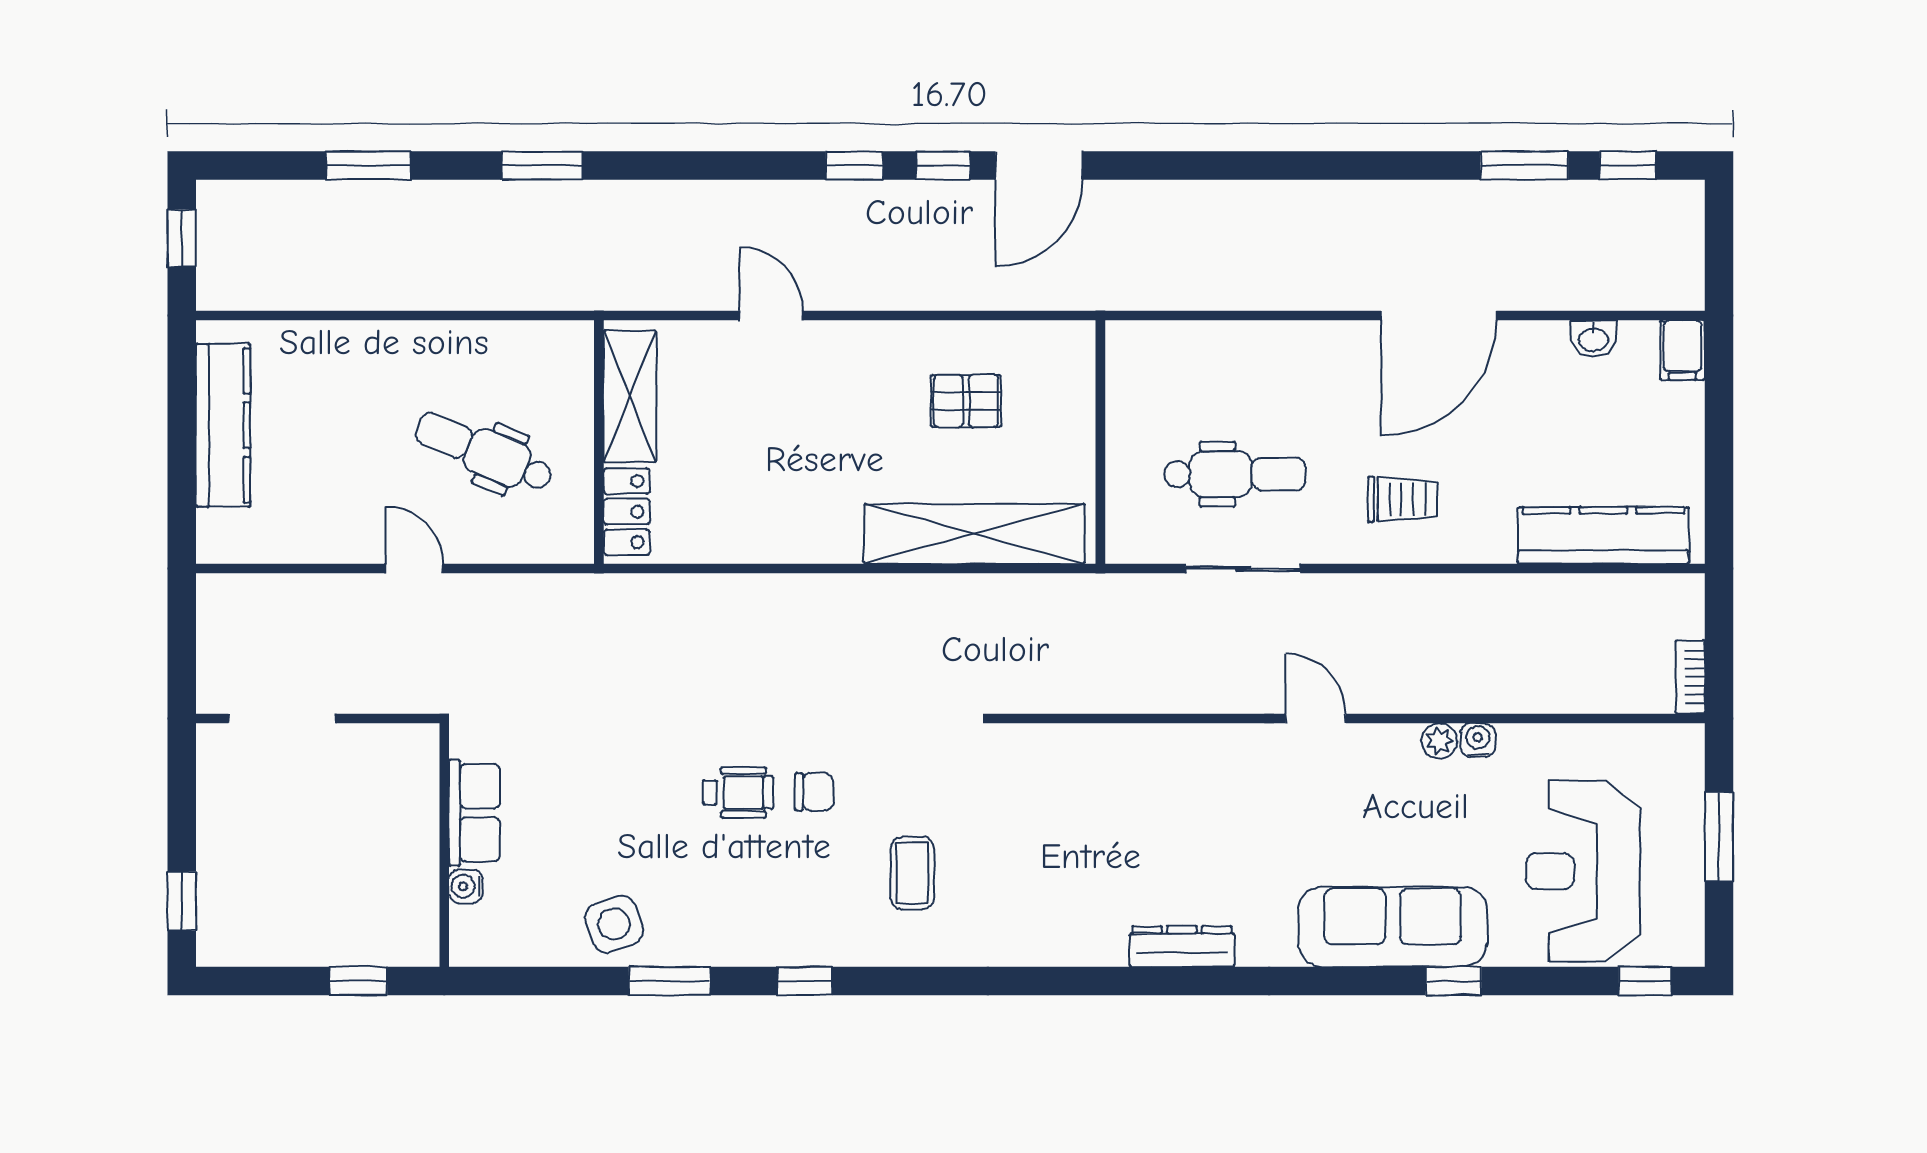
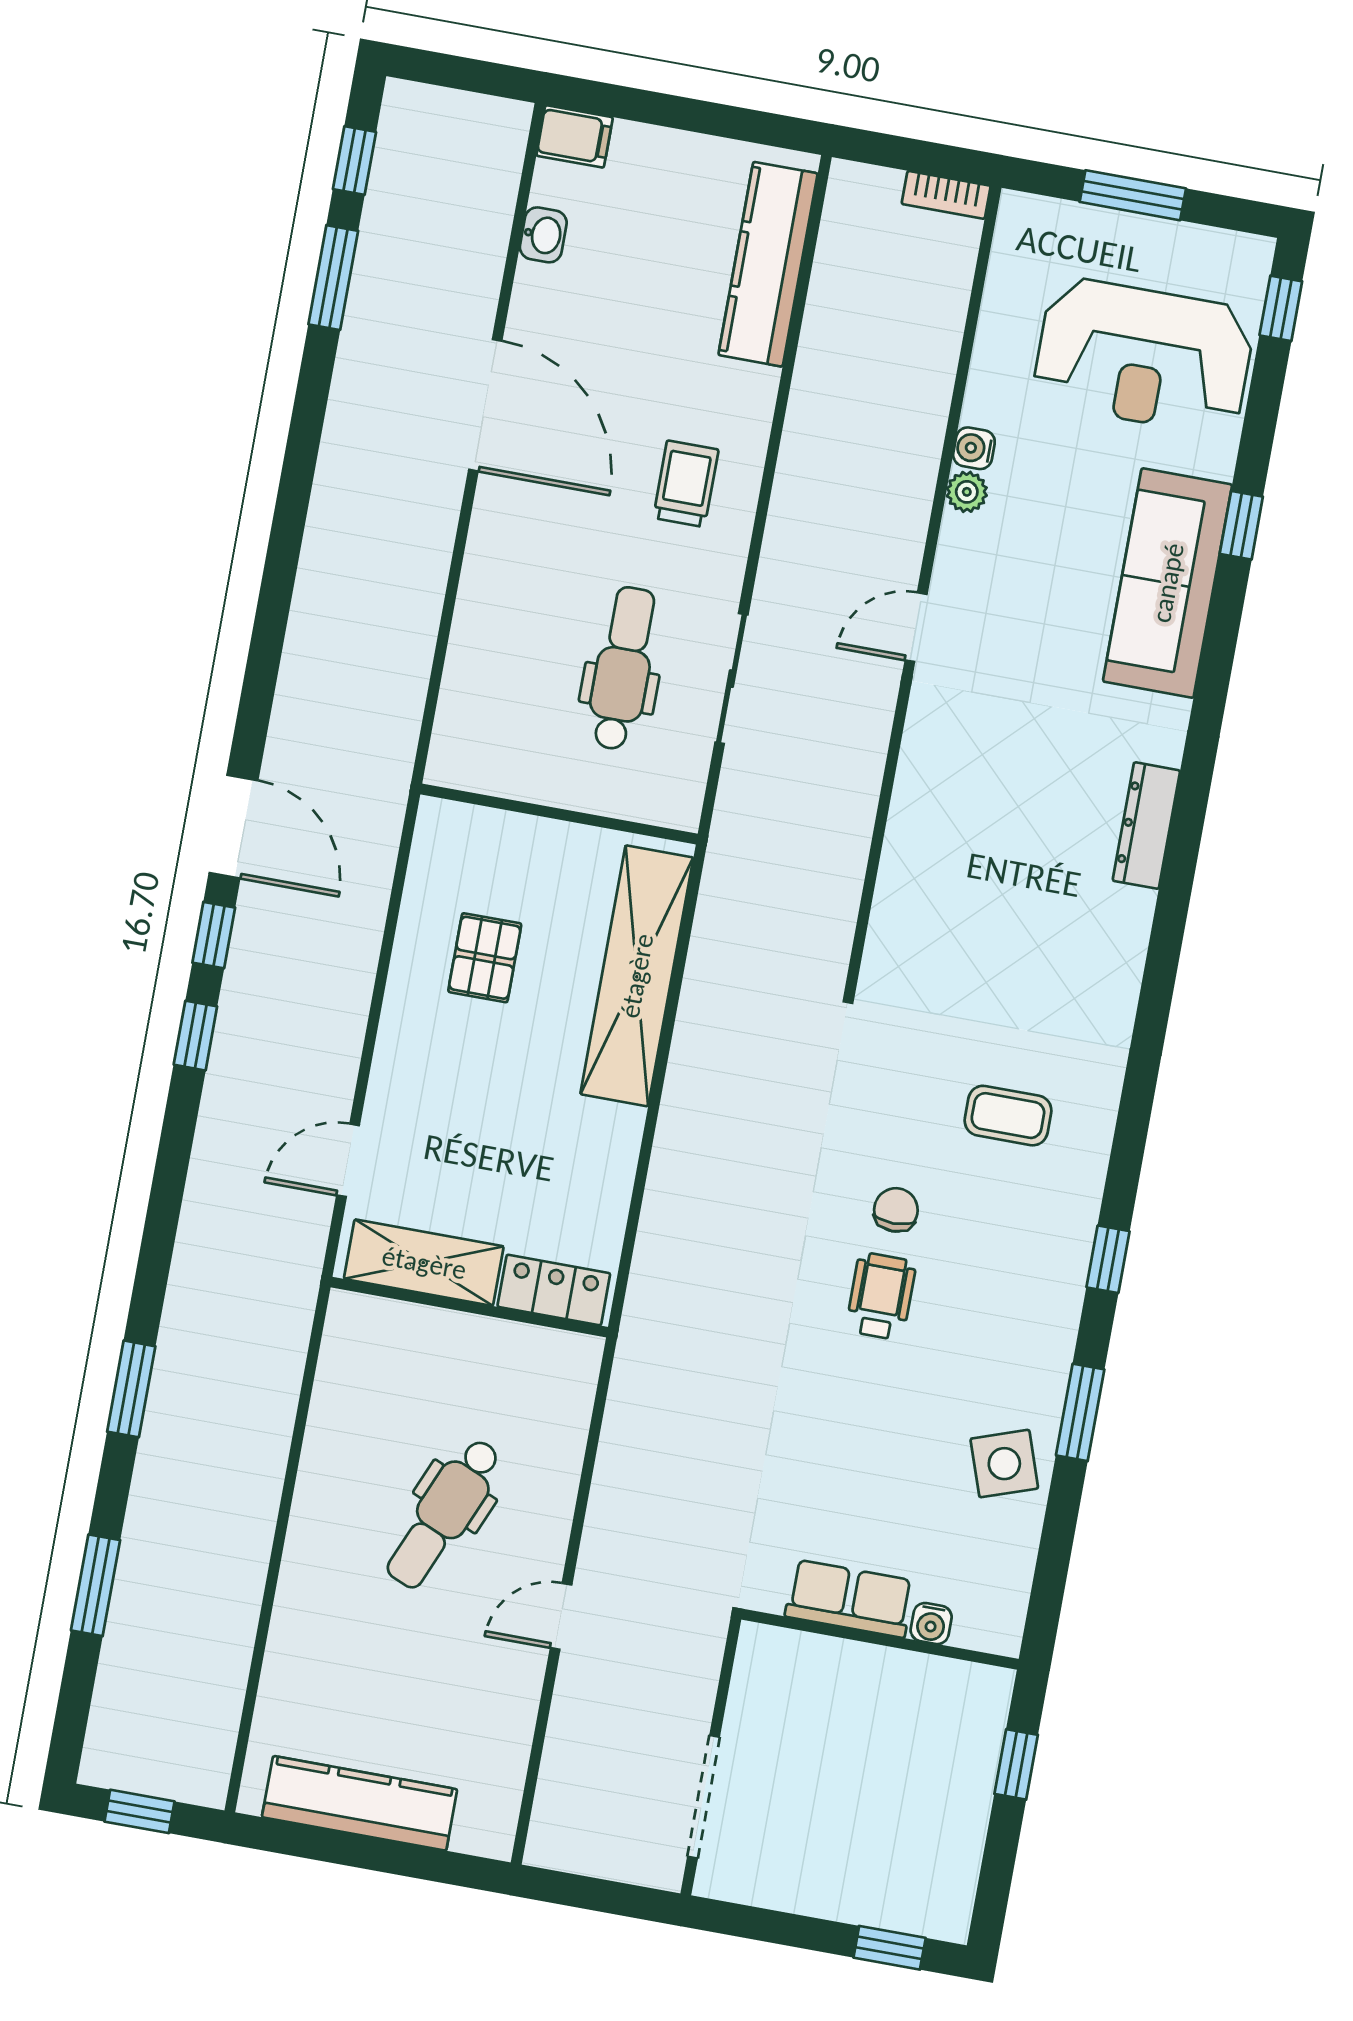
shelving: (630, 396) -> (424, 1263), moved
wall: (599, 442) -> (469, 1307), moved
locker: (627, 512) -> (554, 1290), moved

